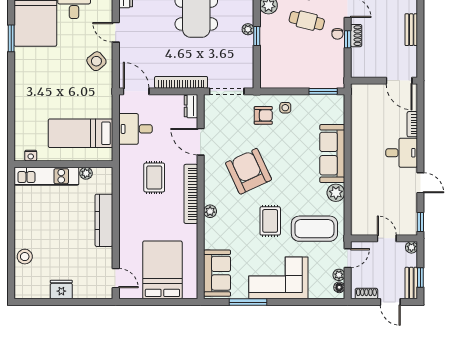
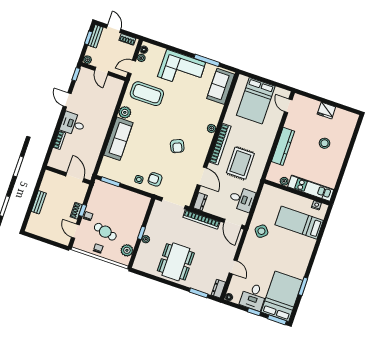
side table: (96, 61) -> (261, 231), moved
door: (399, 81) -> (75, 177), moved
bed: (81, 133) -> (299, 223), moved, turned 180
armchair: (249, 171) -> (177, 146), width x0.53, depth x0.53
rug: (154, 177) -> (240, 163), width x1.36, depth x1.43
rug: (270, 221) -> (174, 109), removed
stool: (25, 257) -> (325, 143), moved

